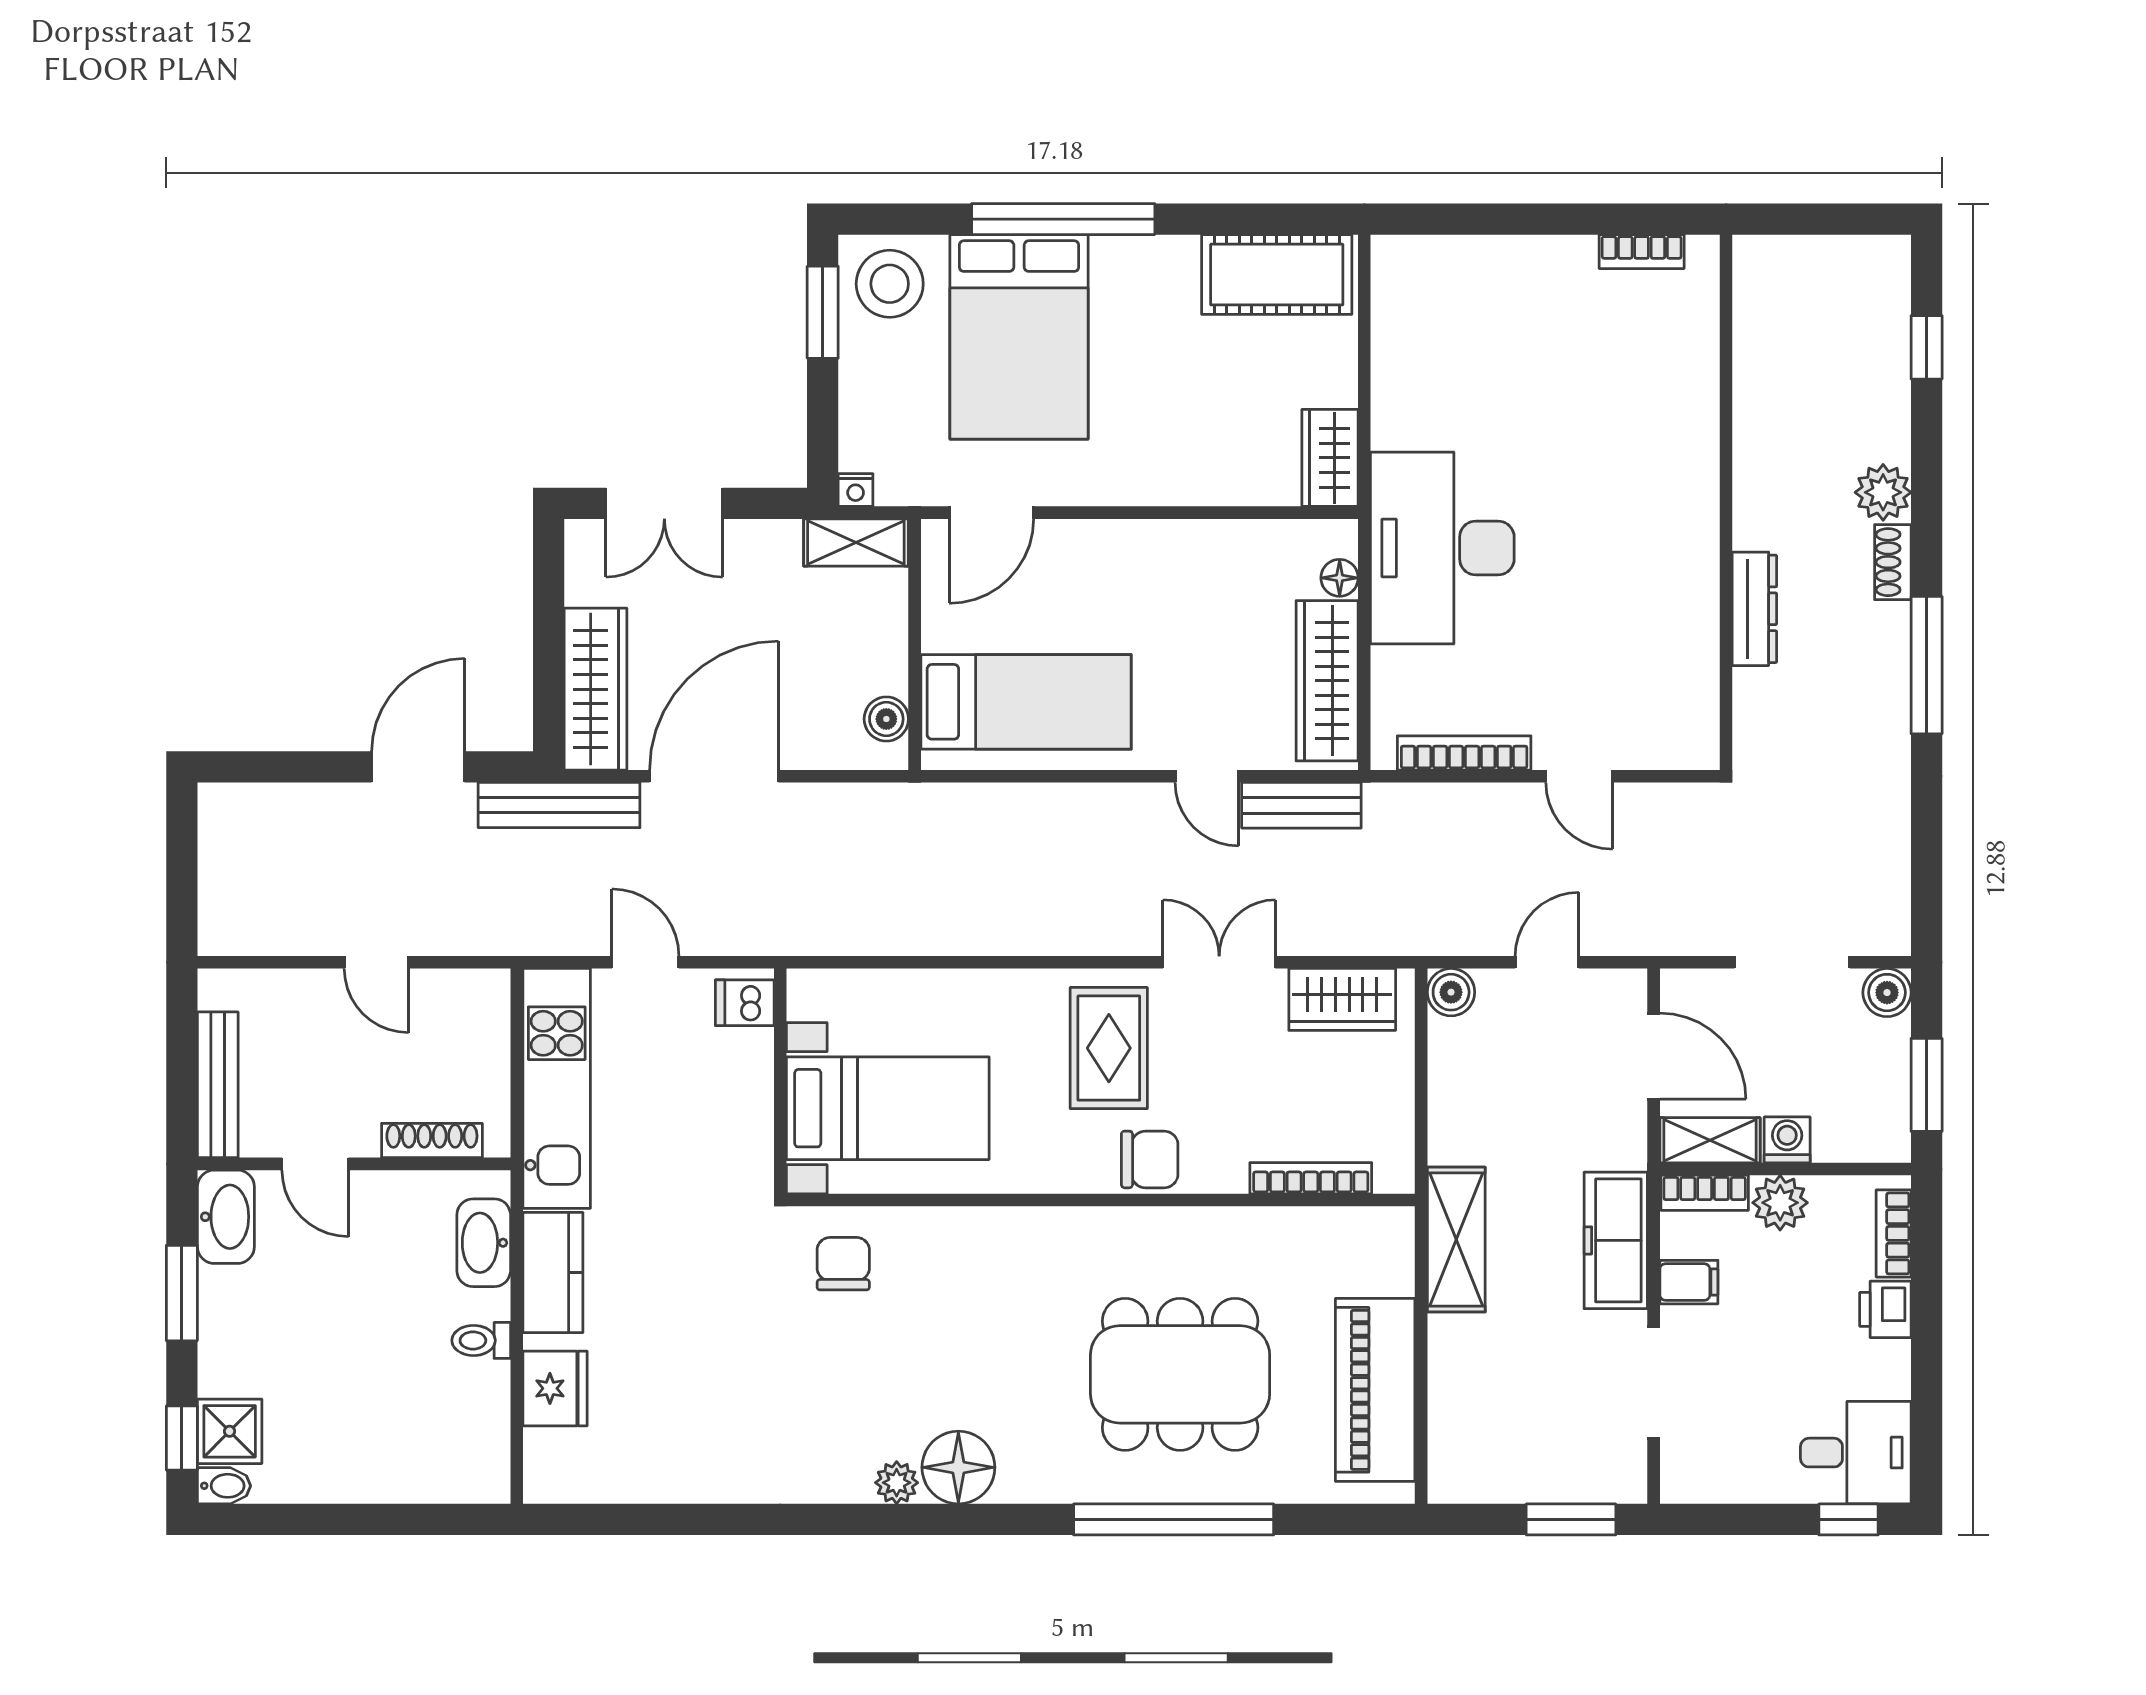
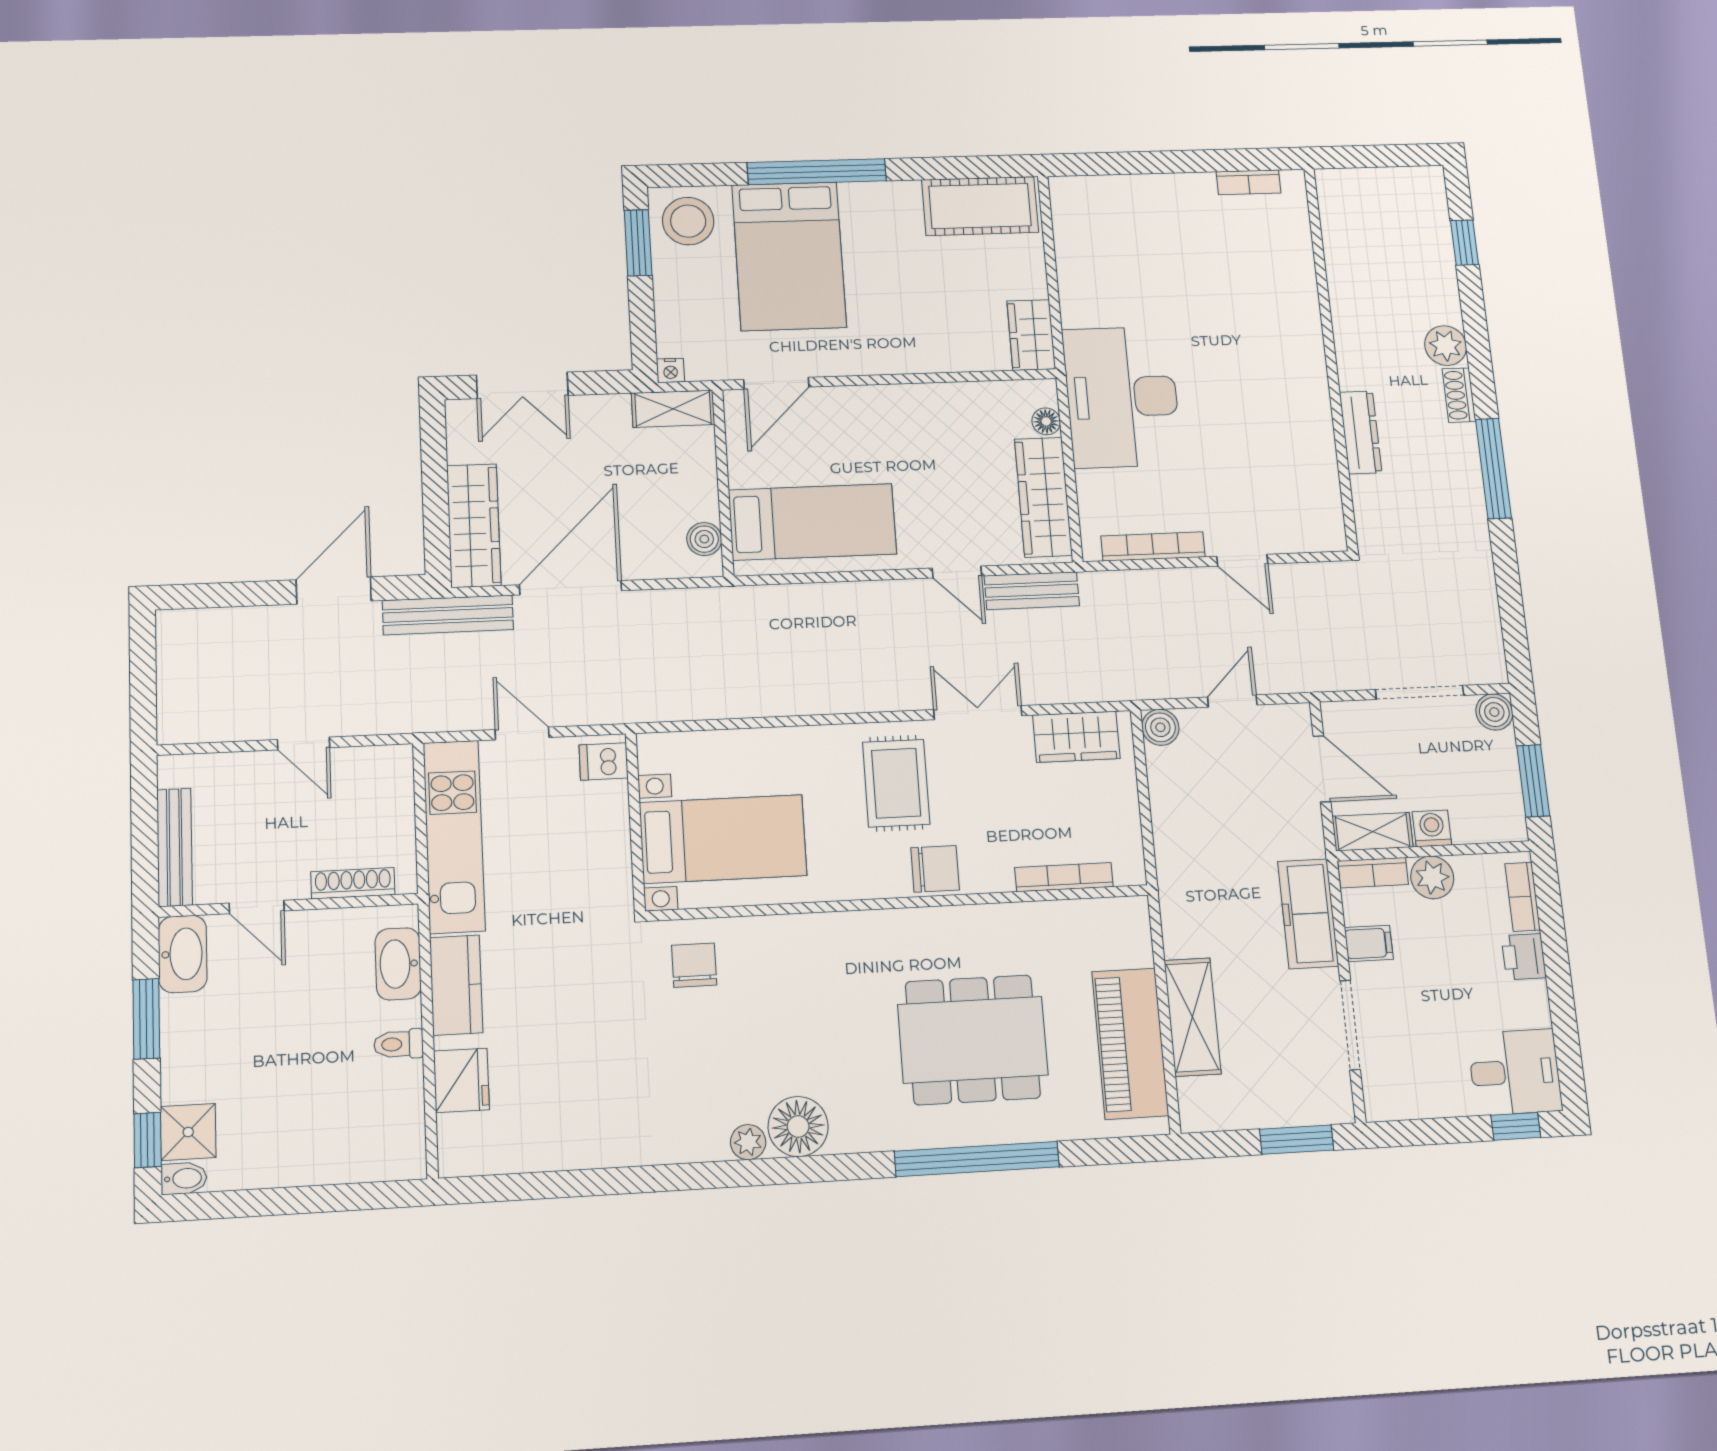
shelving: (1456, 1240) -> (1193, 1017), moved

